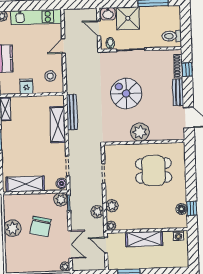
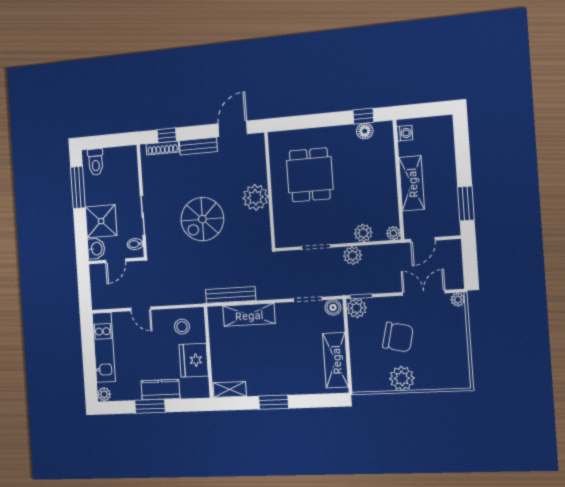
toilet: (172, 36) -> (96, 162), moved
fridge: (26, 86) -> (194, 360), width x1.88, depth x1.34
plant: (97, 212) -> (353, 255), moved

